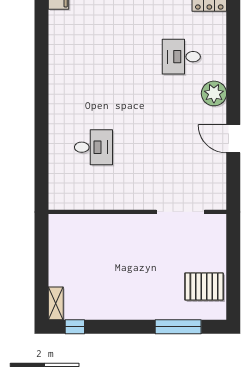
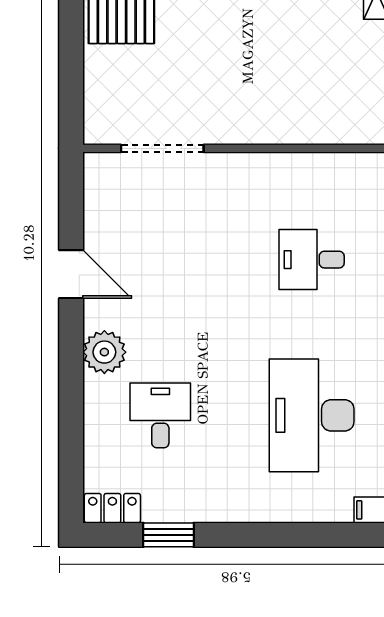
desk: (93, 57) -> (312, 415), added
desk: (181, 57) -> (160, 415), turned -90

